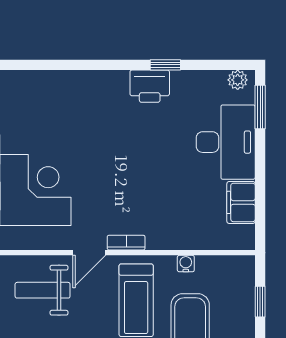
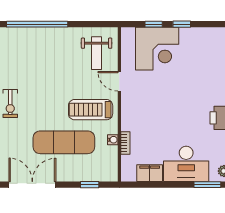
bookcase: (126, 243) -> (125, 143), moved
weight bench: (43, 290) -> (97, 53), turned 180

